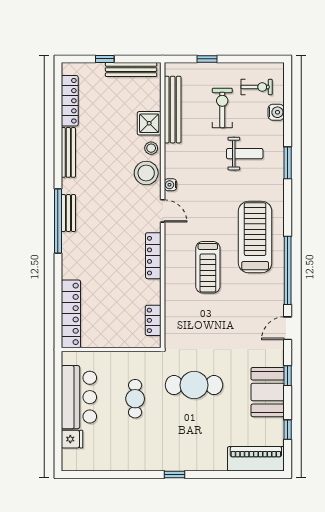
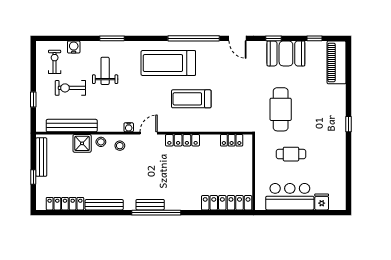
stool: (146, 173) -> (120, 146), width x0.53, depth x0.53
treadmill: (208, 267) -> (191, 99), turned 180

